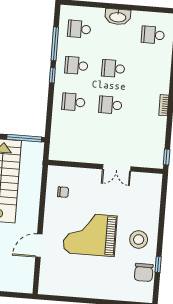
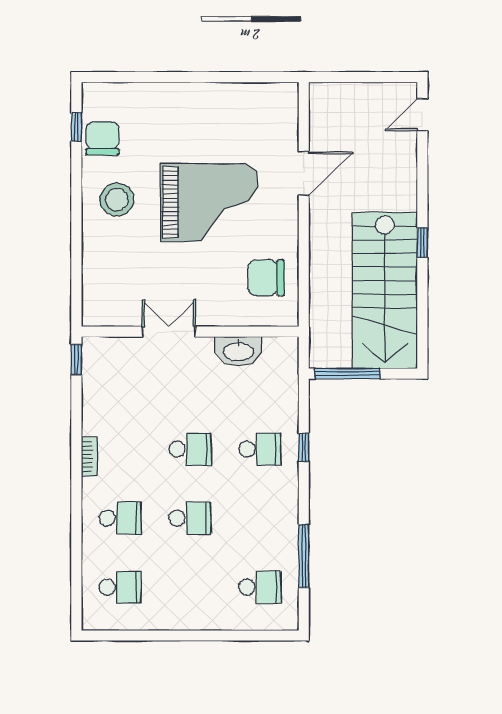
washbasin: (118, 17) -> (238, 351), moved, turned 180
school desk: (76, 66) -> (120, 518), moved
window: (52, 75) -> (304, 448), moved
chair: (63, 192) -> (266, 278), width x1.87, depth x1.87
window: (158, 264) -> (76, 127), moved

